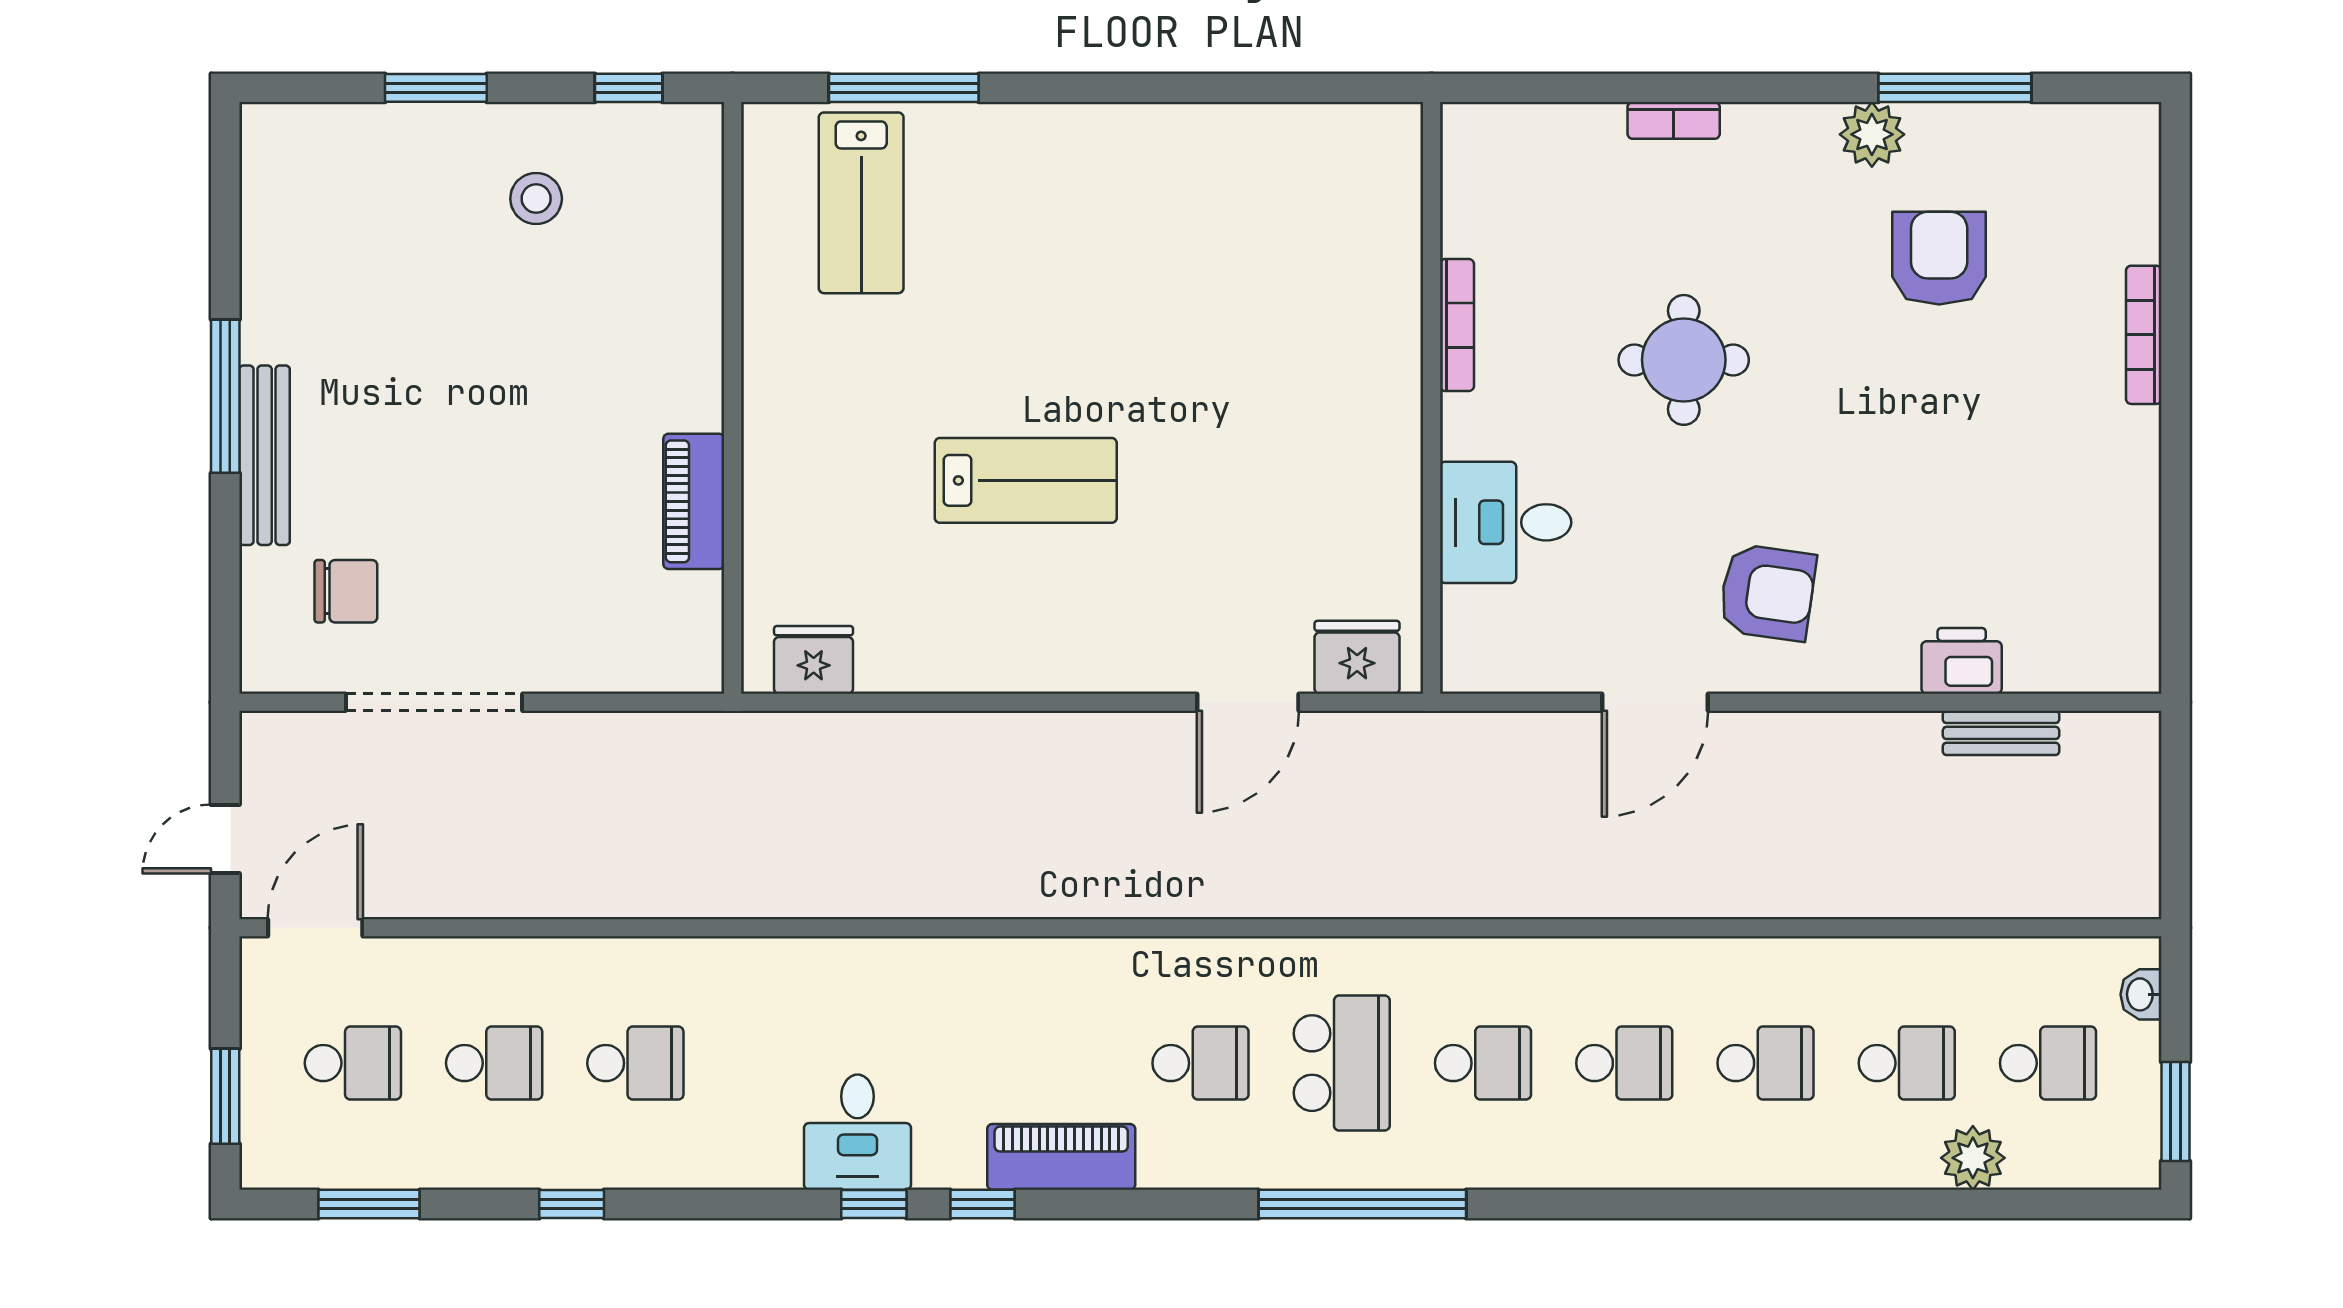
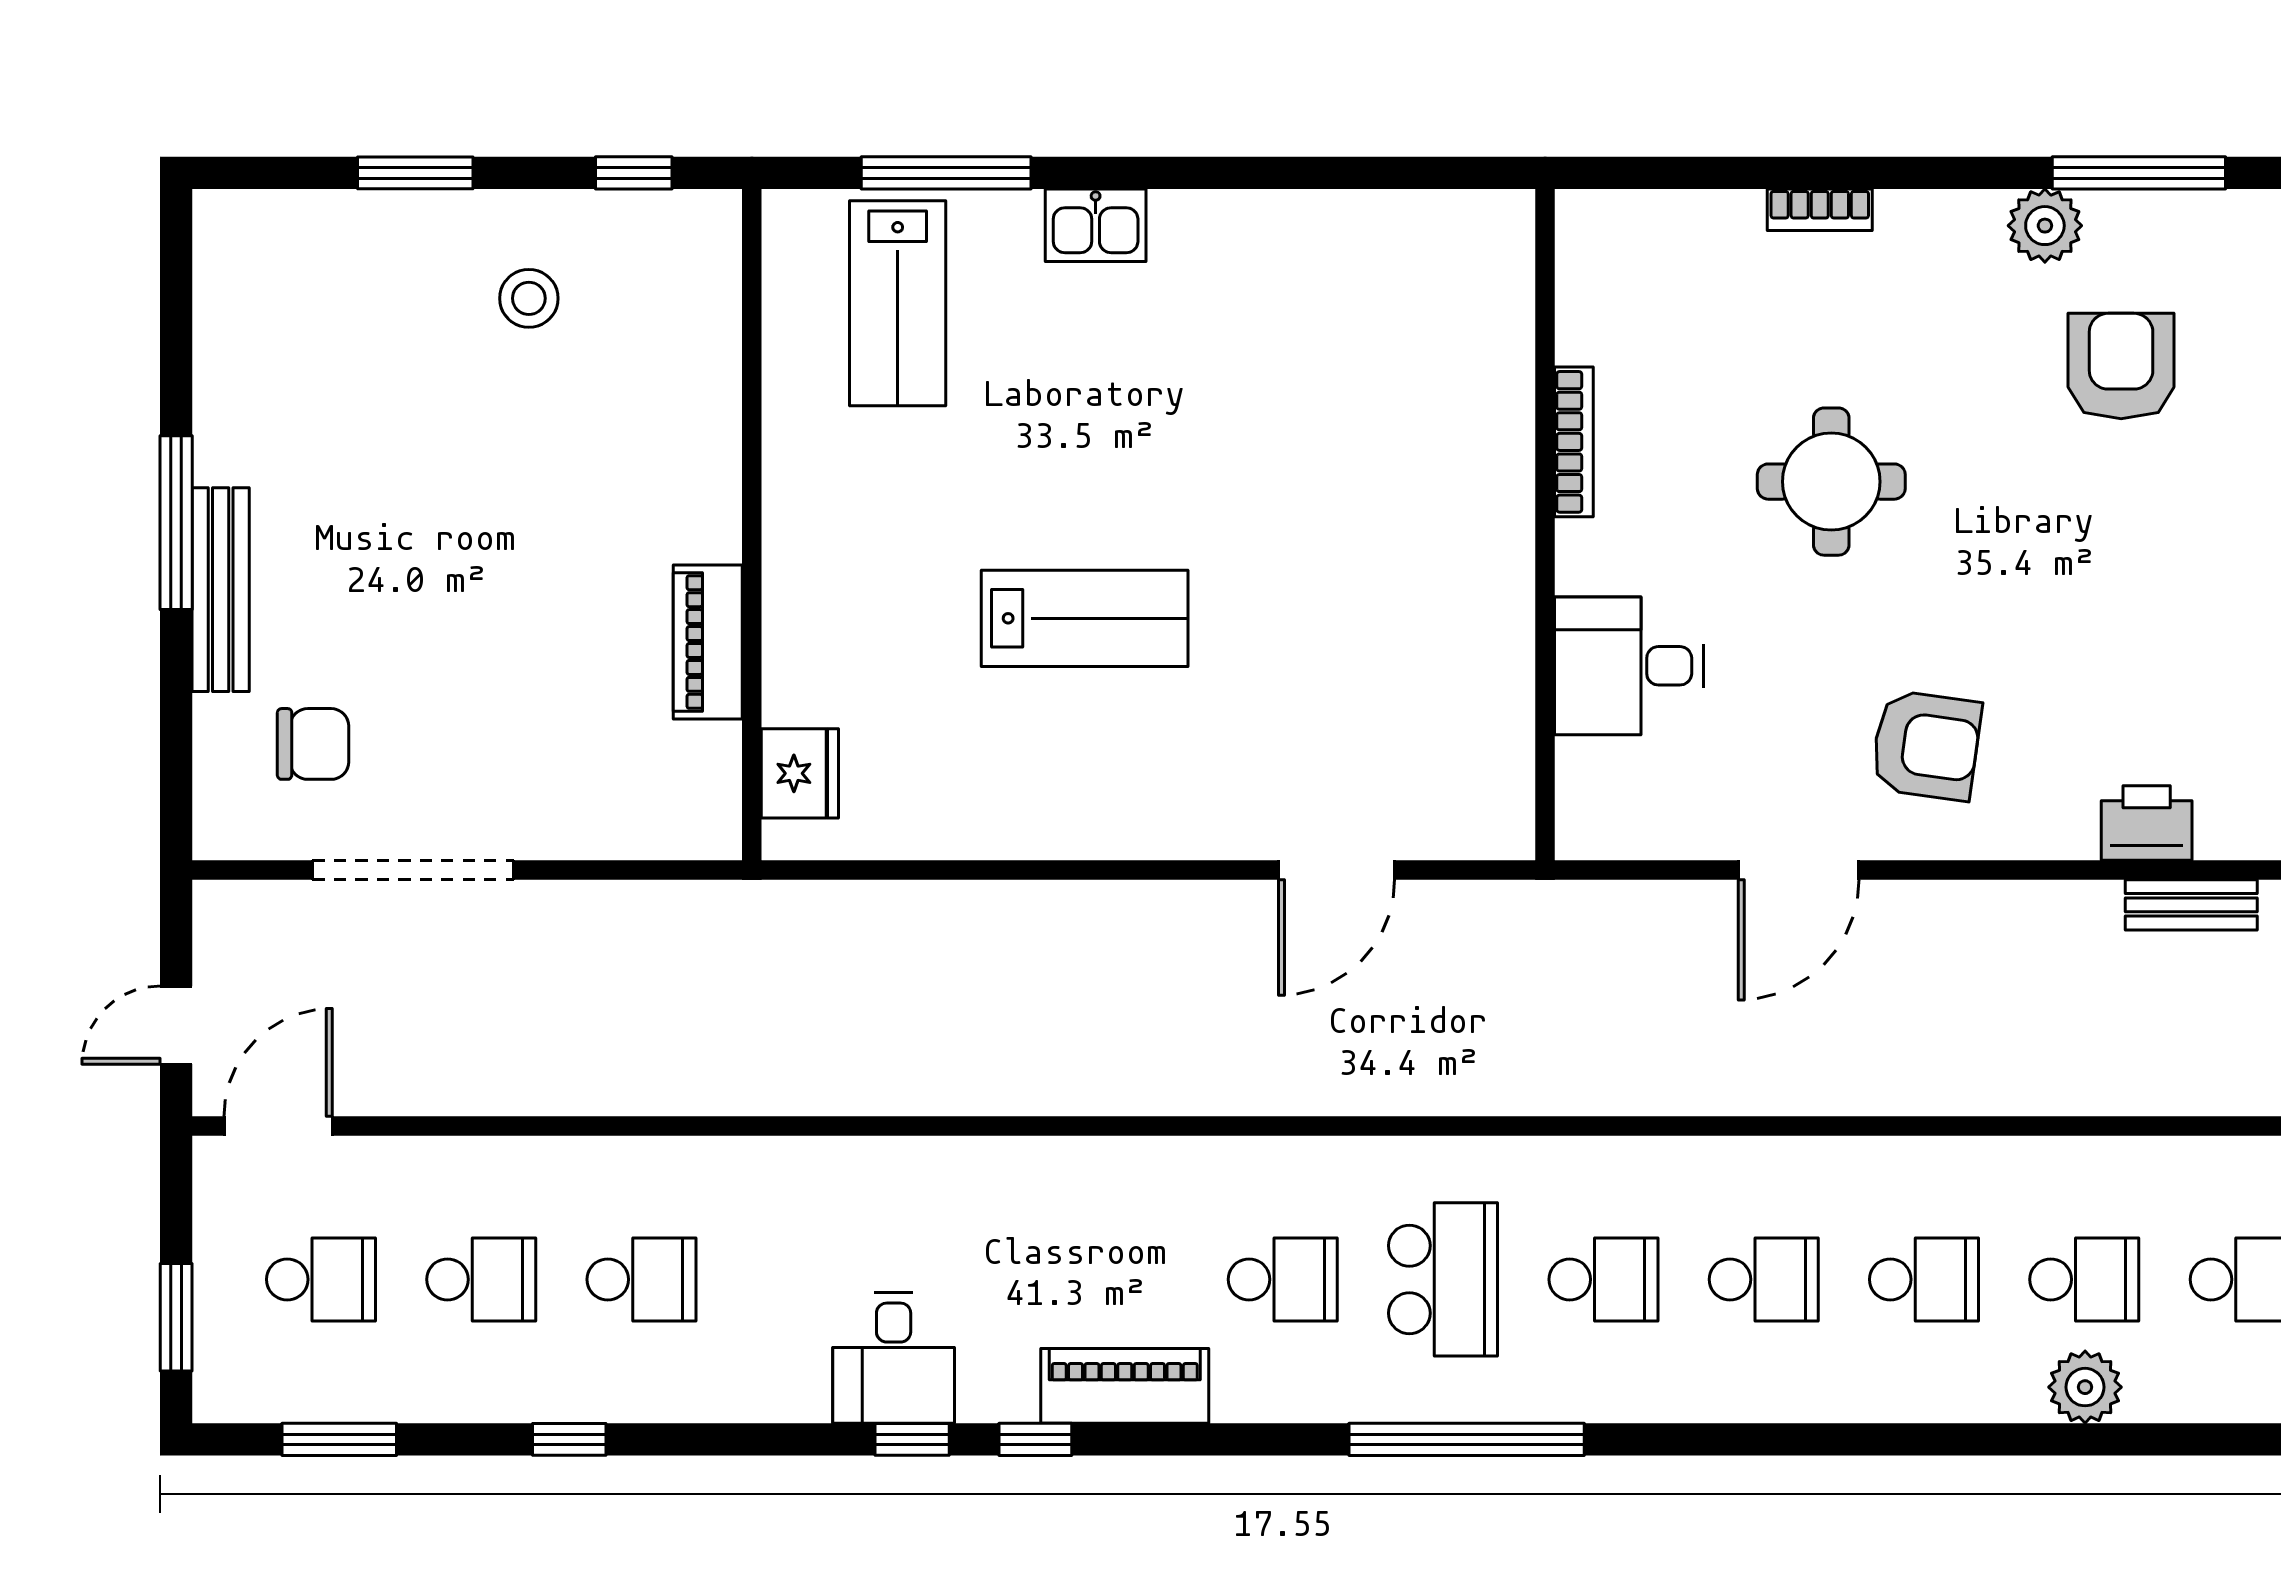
kitchen sink: (1035, 134) -> (1096, 225), added
fridge: (1357, 657) -> (1460, 819), removed
fridge: (814, 660) -> (800, 773), moved, turned 90
plant: (1973, 1158) -> (2085, 1387), moved

